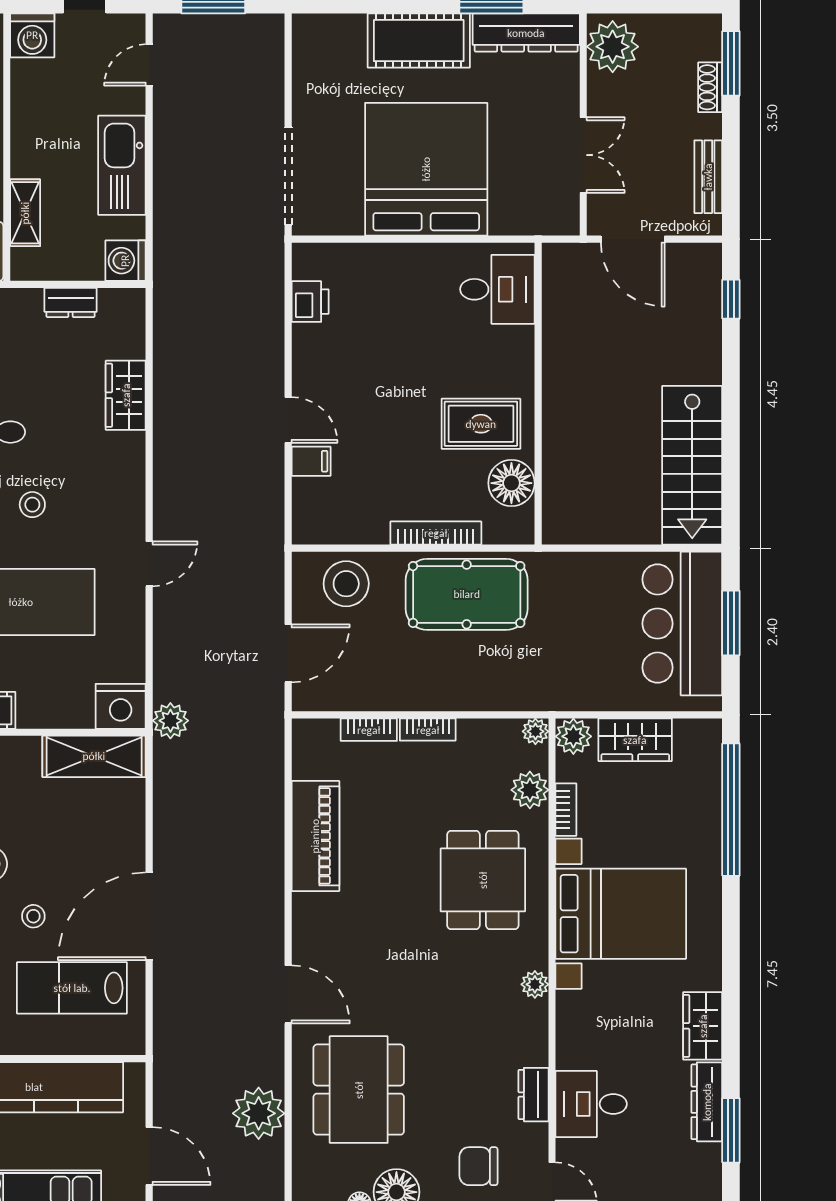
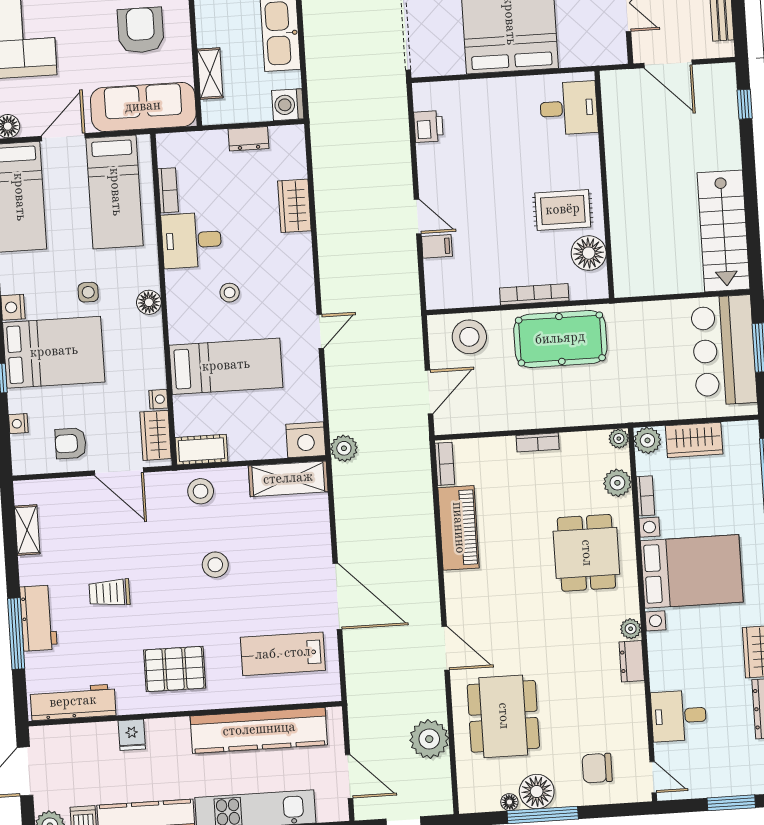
bookcase: (369, 730) -> (445, 464), moved, turned -90
stool: (33, 916) -> (250, 602), removed
door: (149, 916) -> (337, 596), swing flipped
dresser: (533, 1095) -> (632, 661), moved

